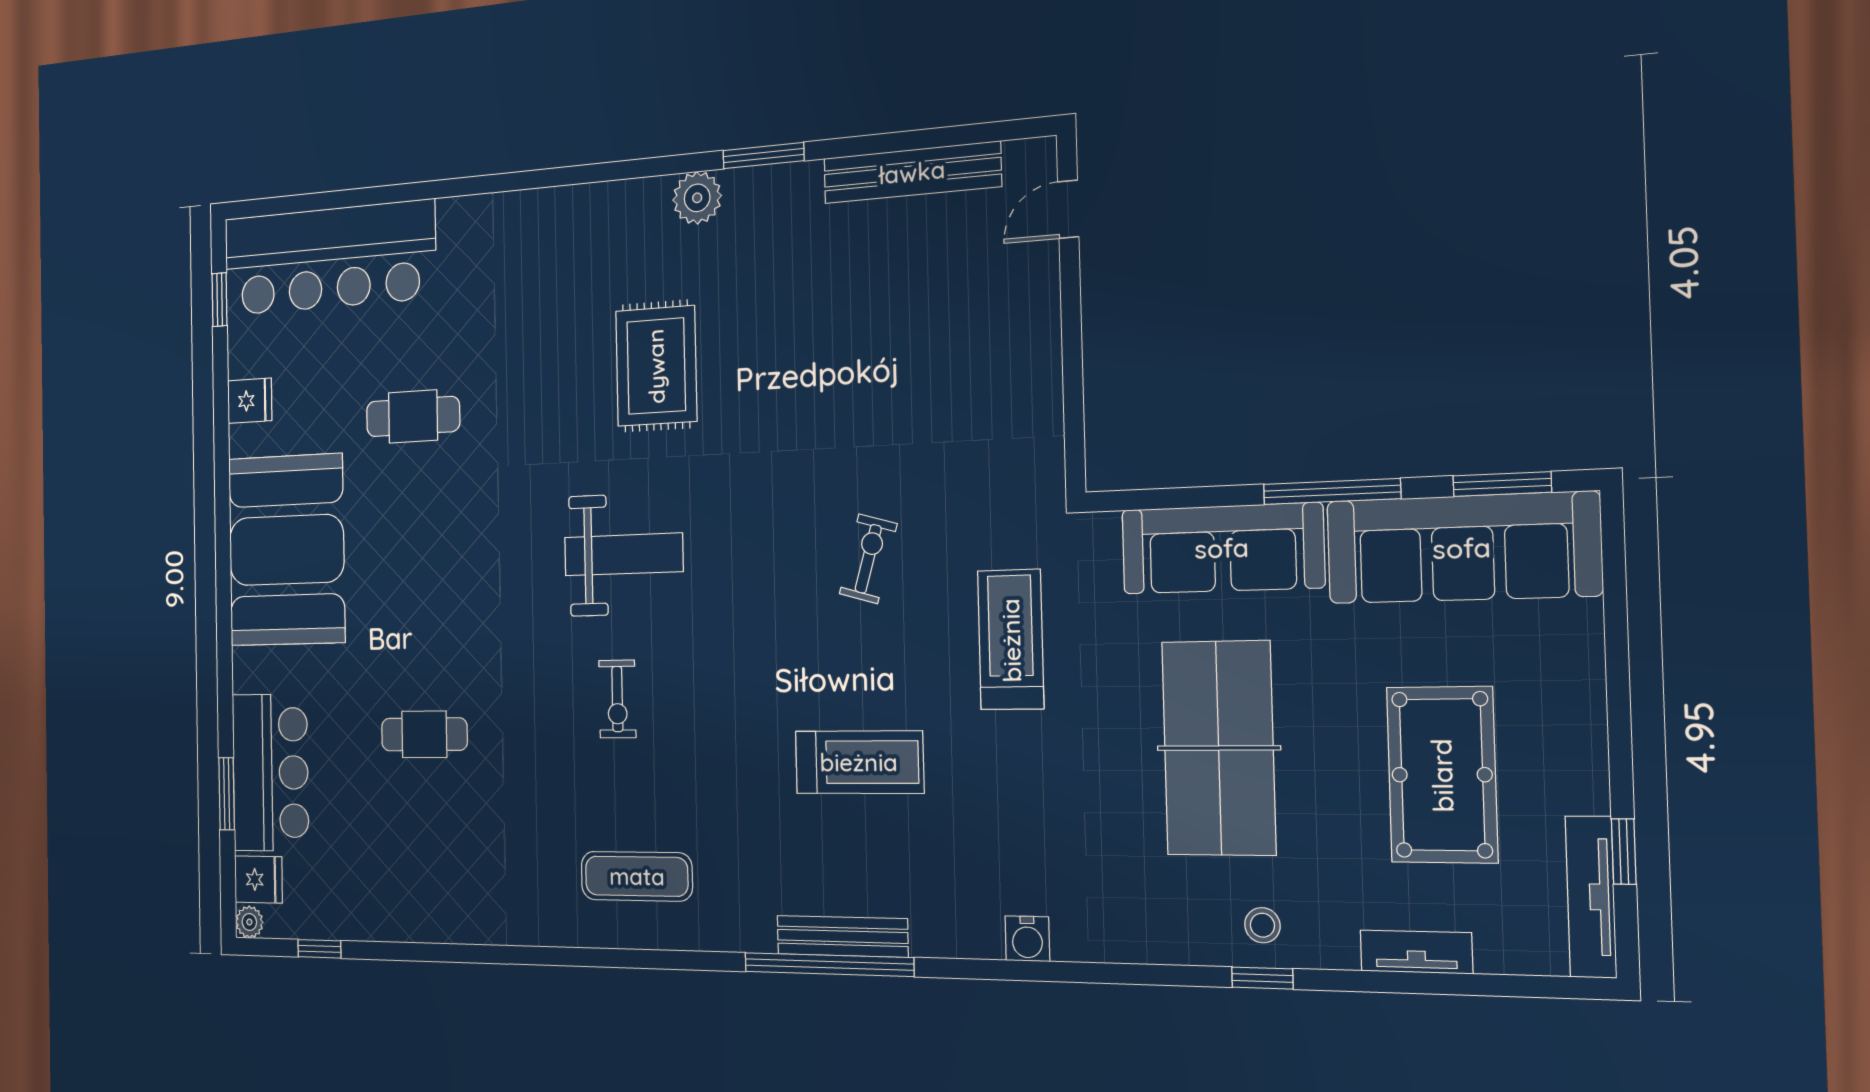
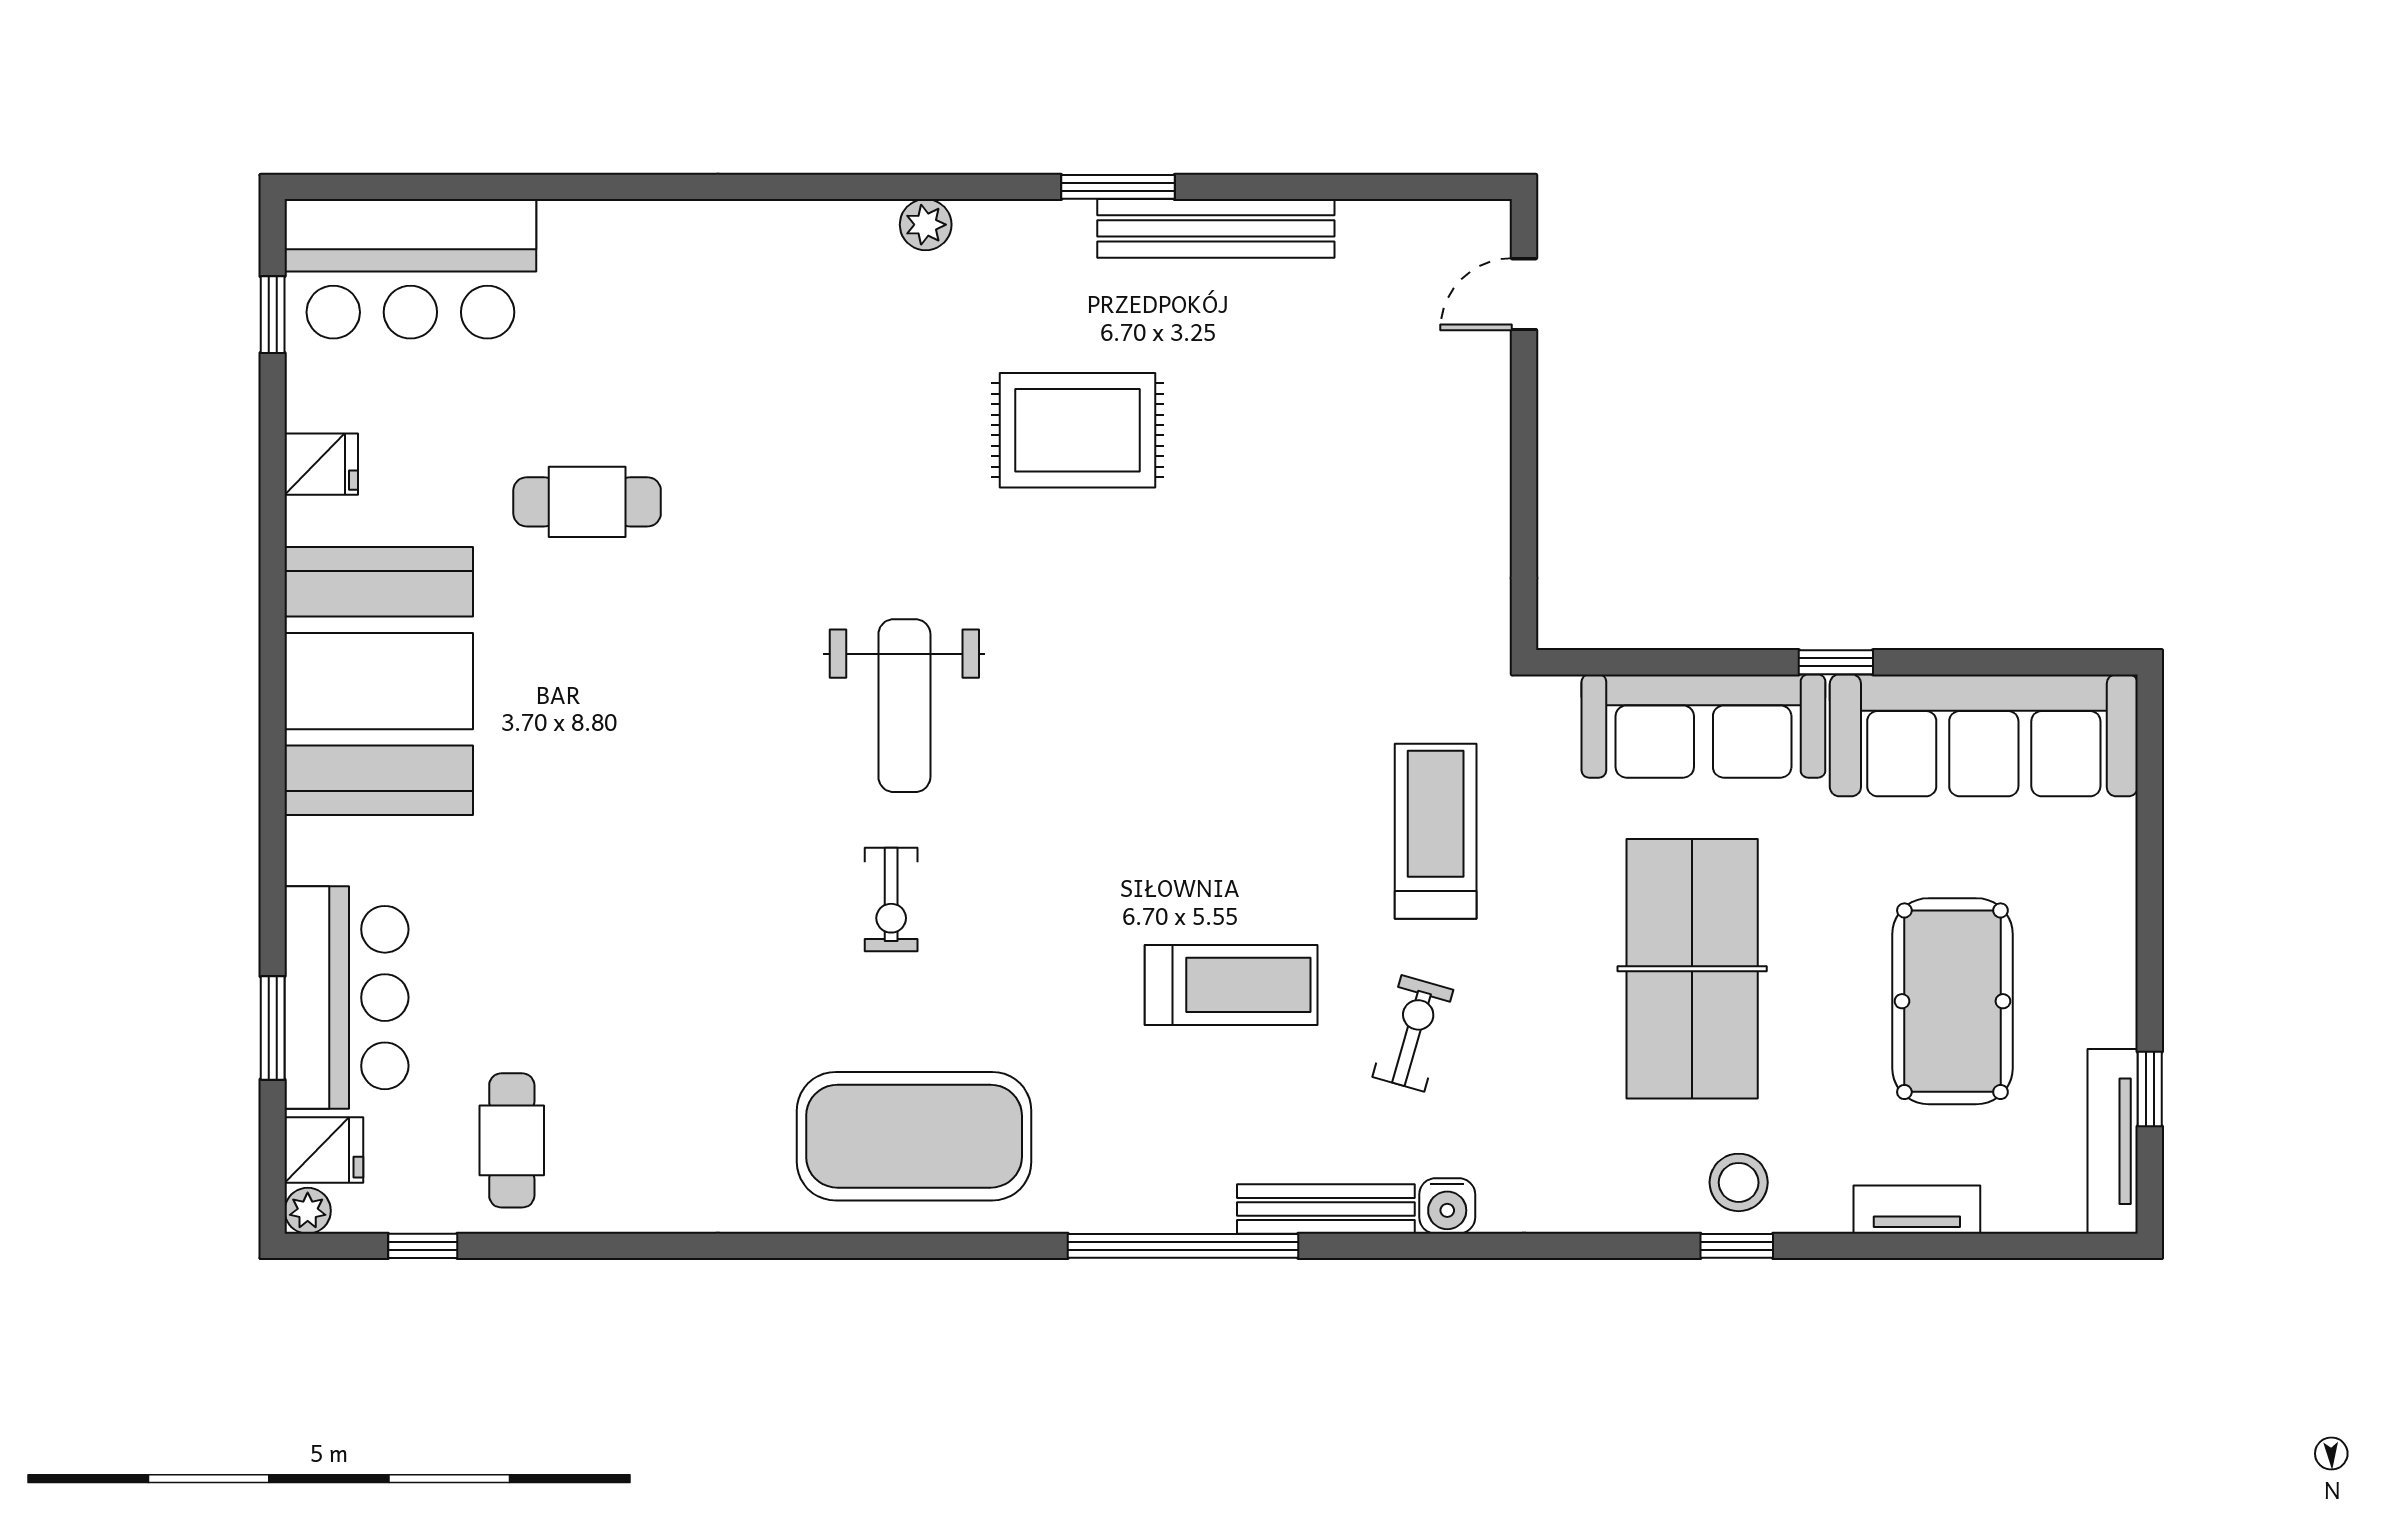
bench: (912, 172) -> (1216, 228), moved
plant: (697, 198) -> (926, 225), moved, width x0.73, depth x0.73
bar counter: (329, 258) -> (410, 269), width x0.73
rug: (656, 366) -> (1078, 430), moved, turned 90
window: (1502, 484) -> (2030, 662), removed
window: (1332, 491) -> (1836, 662), width x0.46
weight bench: (623, 554) -> (904, 706), turned 90
exercise bike: (868, 559) -> (1413, 1033), moved
cafe table: (424, 734) -> (512, 1140), moved, turned 90
exercise mat: (637, 876) -> (914, 1136), width x2.00, depth x1.45
stool: (1262, 925) -> (1739, 1182), width x1.37, depth x1.37
bench: (842, 936) -> (1326, 1209), moved

